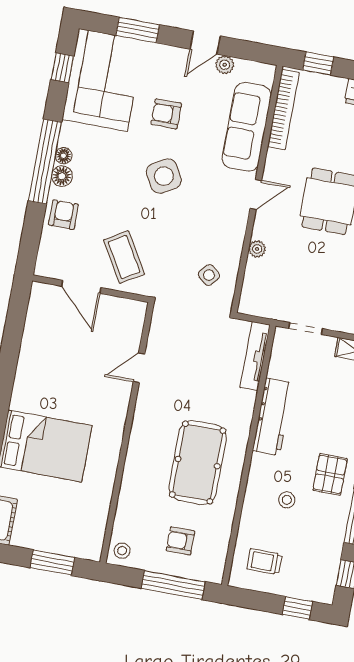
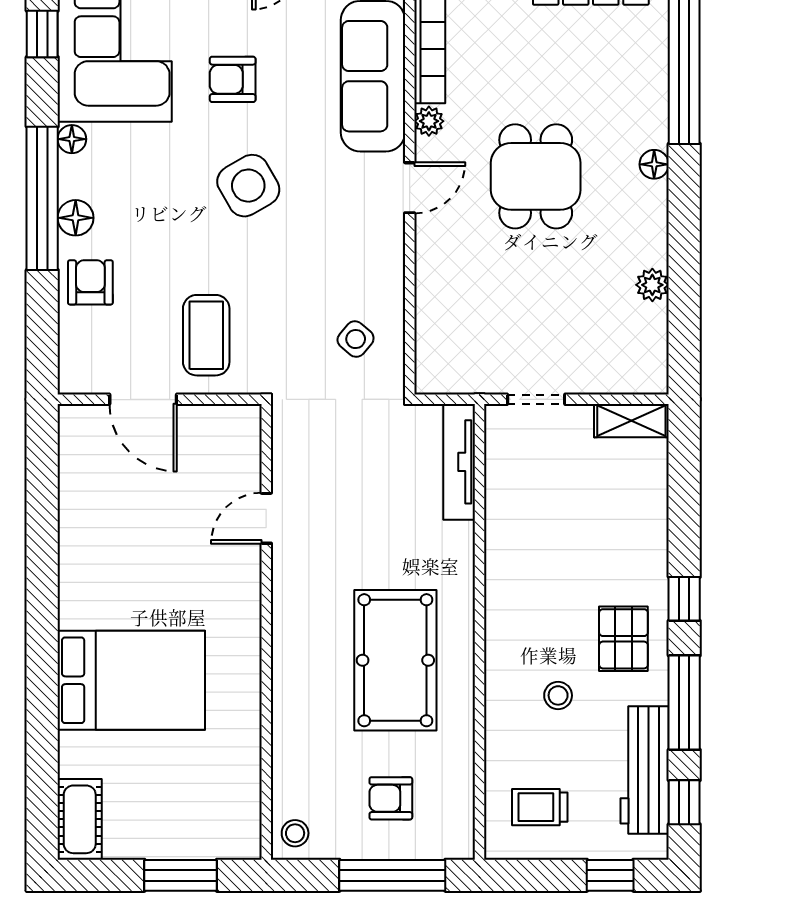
floor lamp: (64, 156) -> (72, 139), moved
plant: (257, 249) -> (429, 121), moved
coffee table: (124, 257) -> (206, 335), turned 31
workbench: (273, 417) -> (645, 770), moved, turned 180

